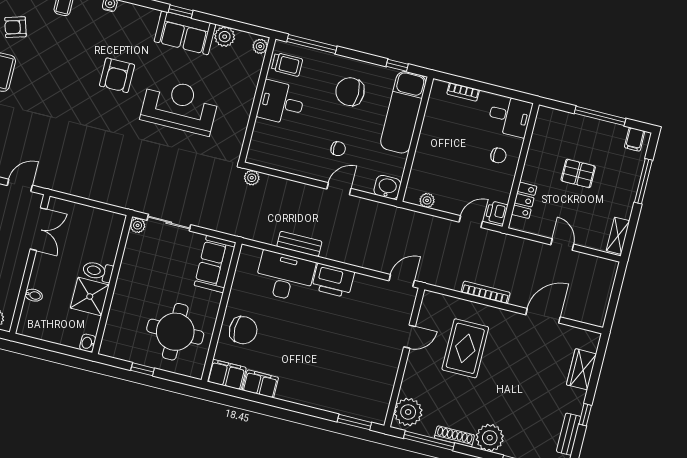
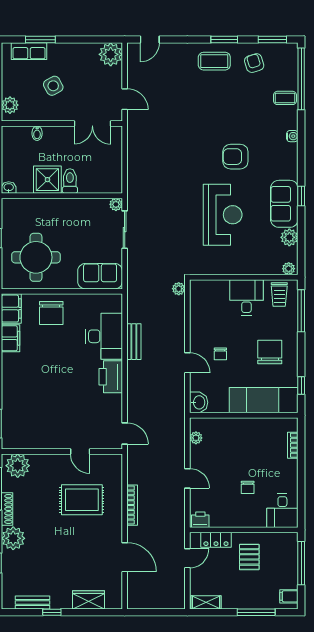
desk: (510, 116) -> (282, 511), moved
wall: (521, 166) -> (244, 530), moved
locker: (524, 200) -> (216, 540), moved
printer: (497, 212) -> (200, 520), moved

